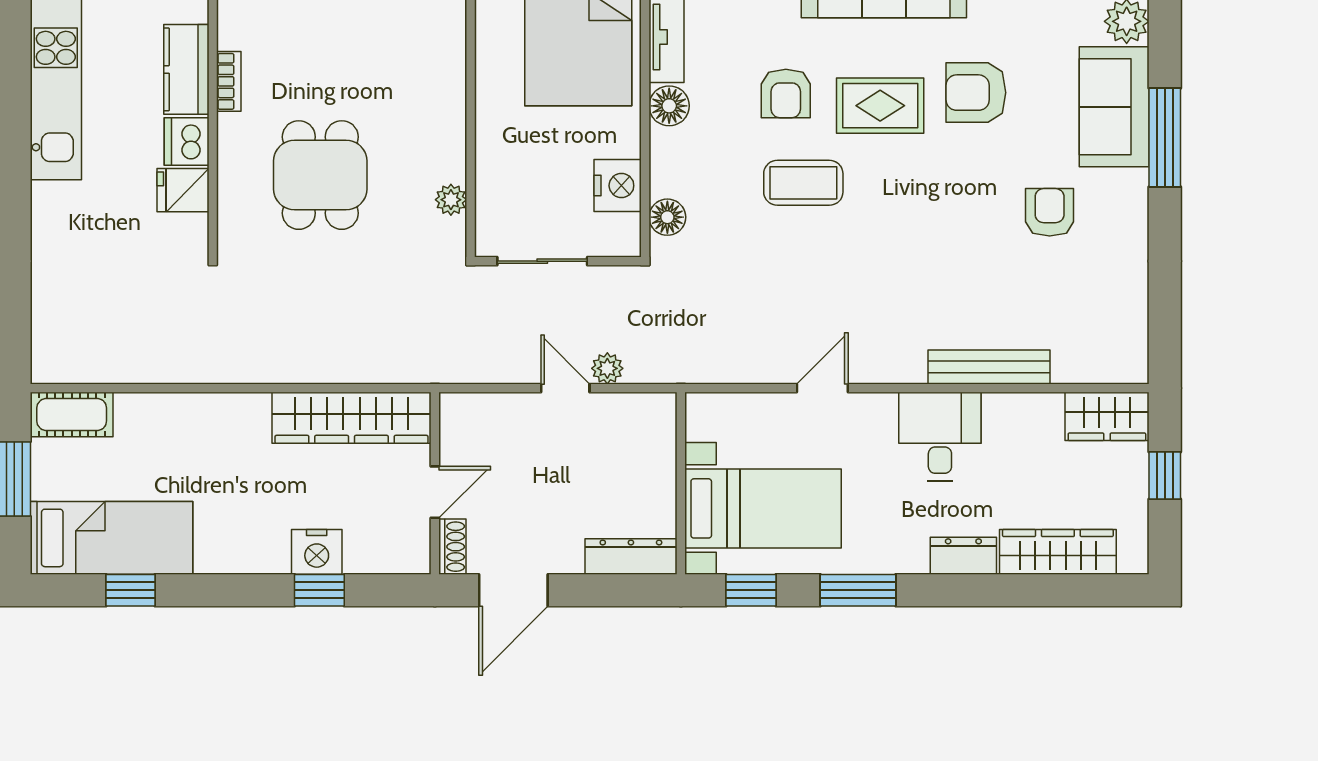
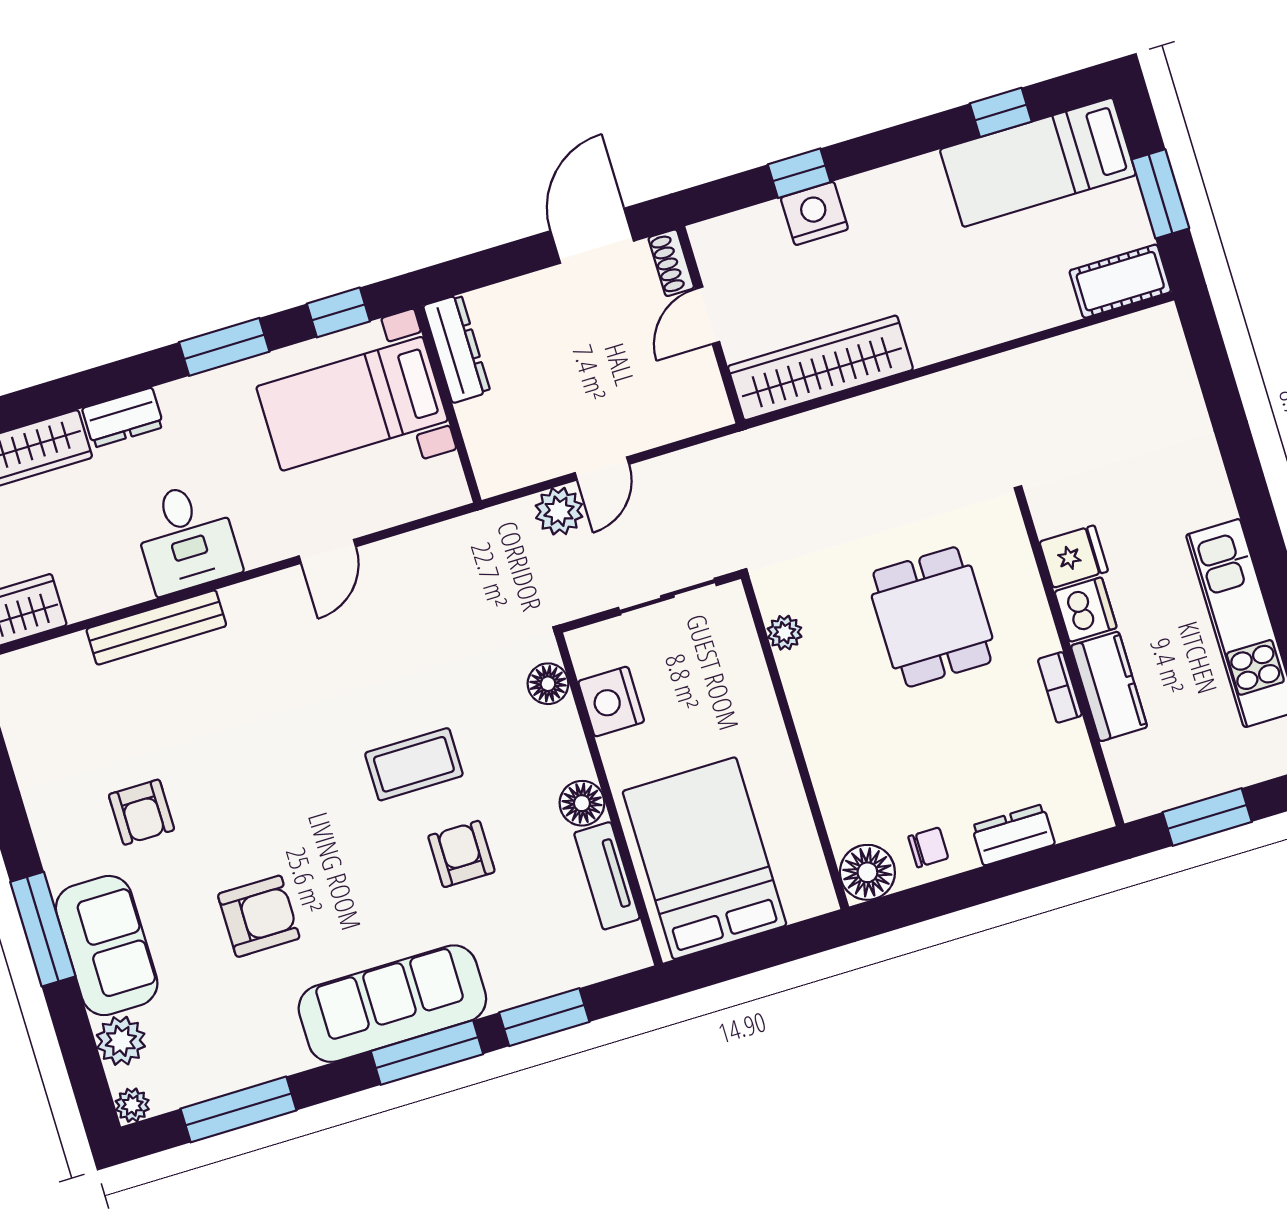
rug: (880, 106) -> (357, 871), removed
plant: (607, 368) -> (559, 511), width x1.38, depth x1.38
door: (565, 388) -> (602, 468), hinge flipped
dresser: (631, 557) -> (457, 349), moved, turned -90

